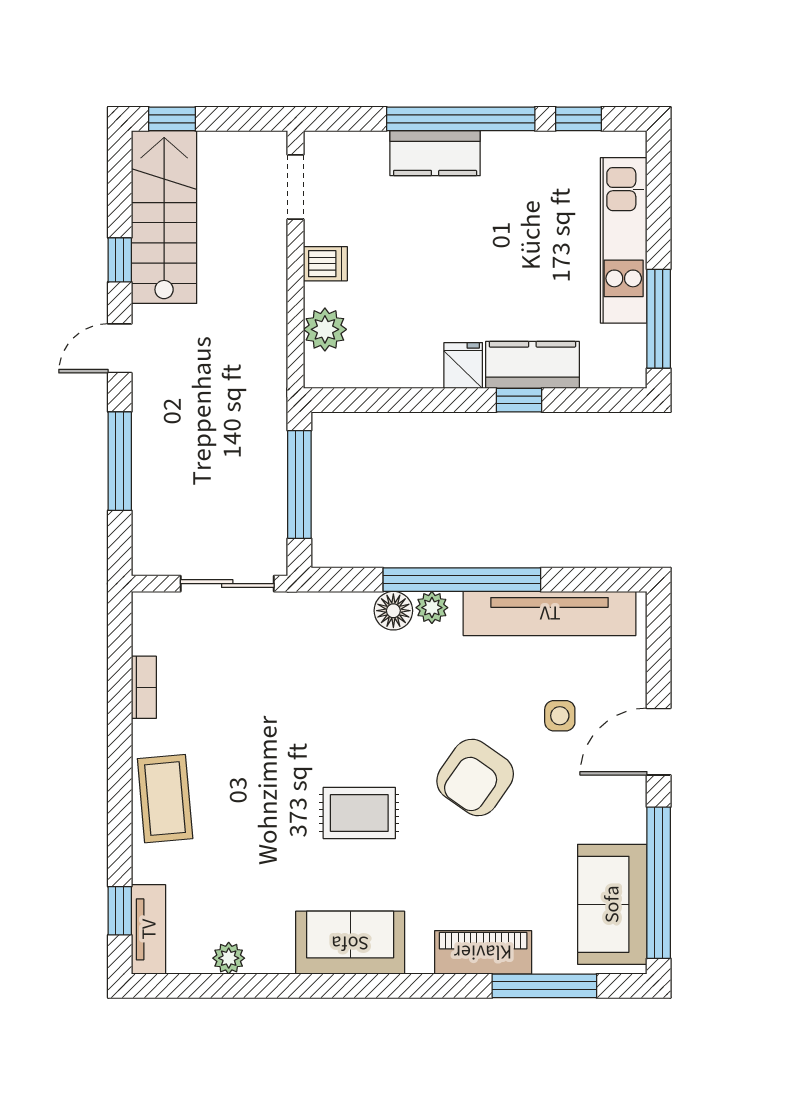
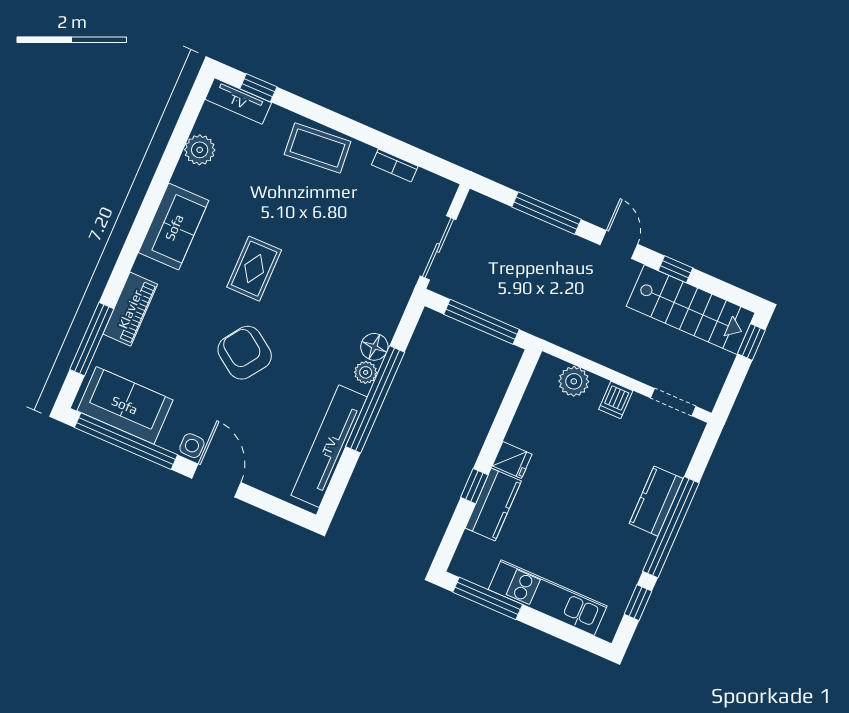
side table: (560, 716) -> (192, 446), moved
plant: (229, 958) -> (200, 150), width x1.38, depth x1.38

